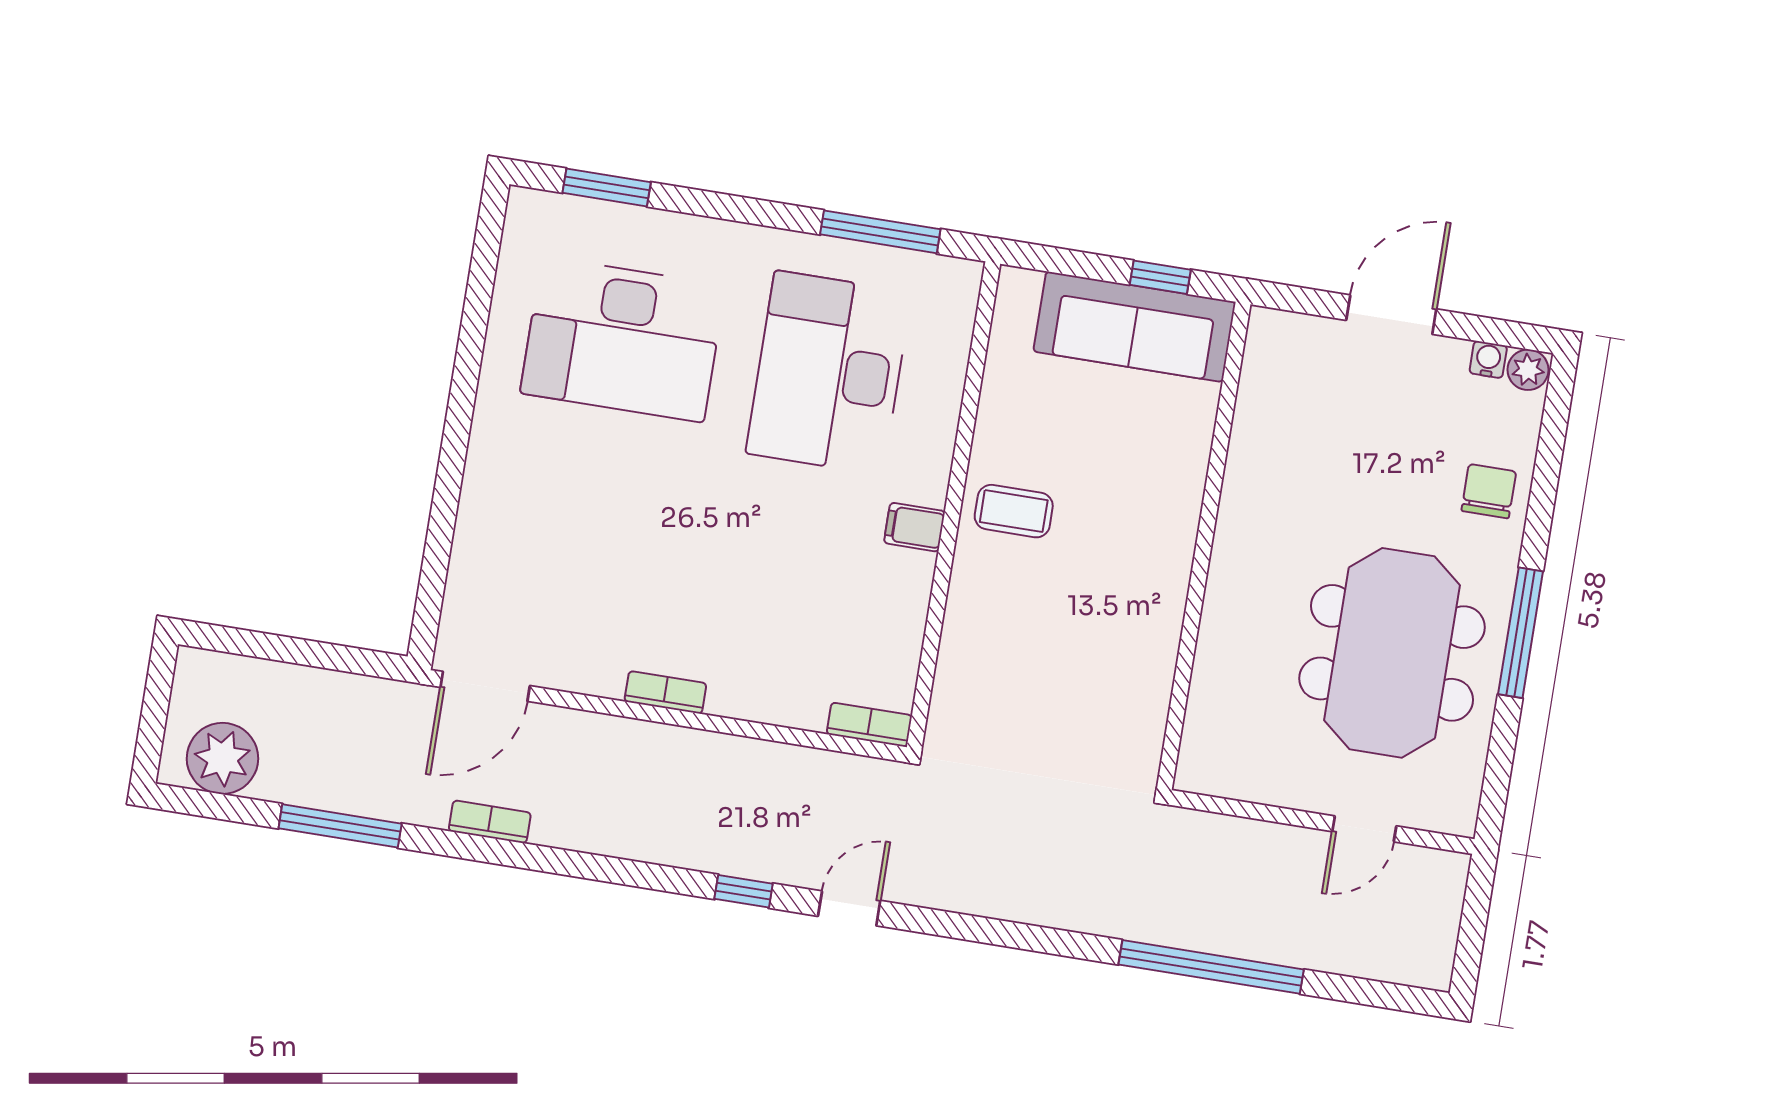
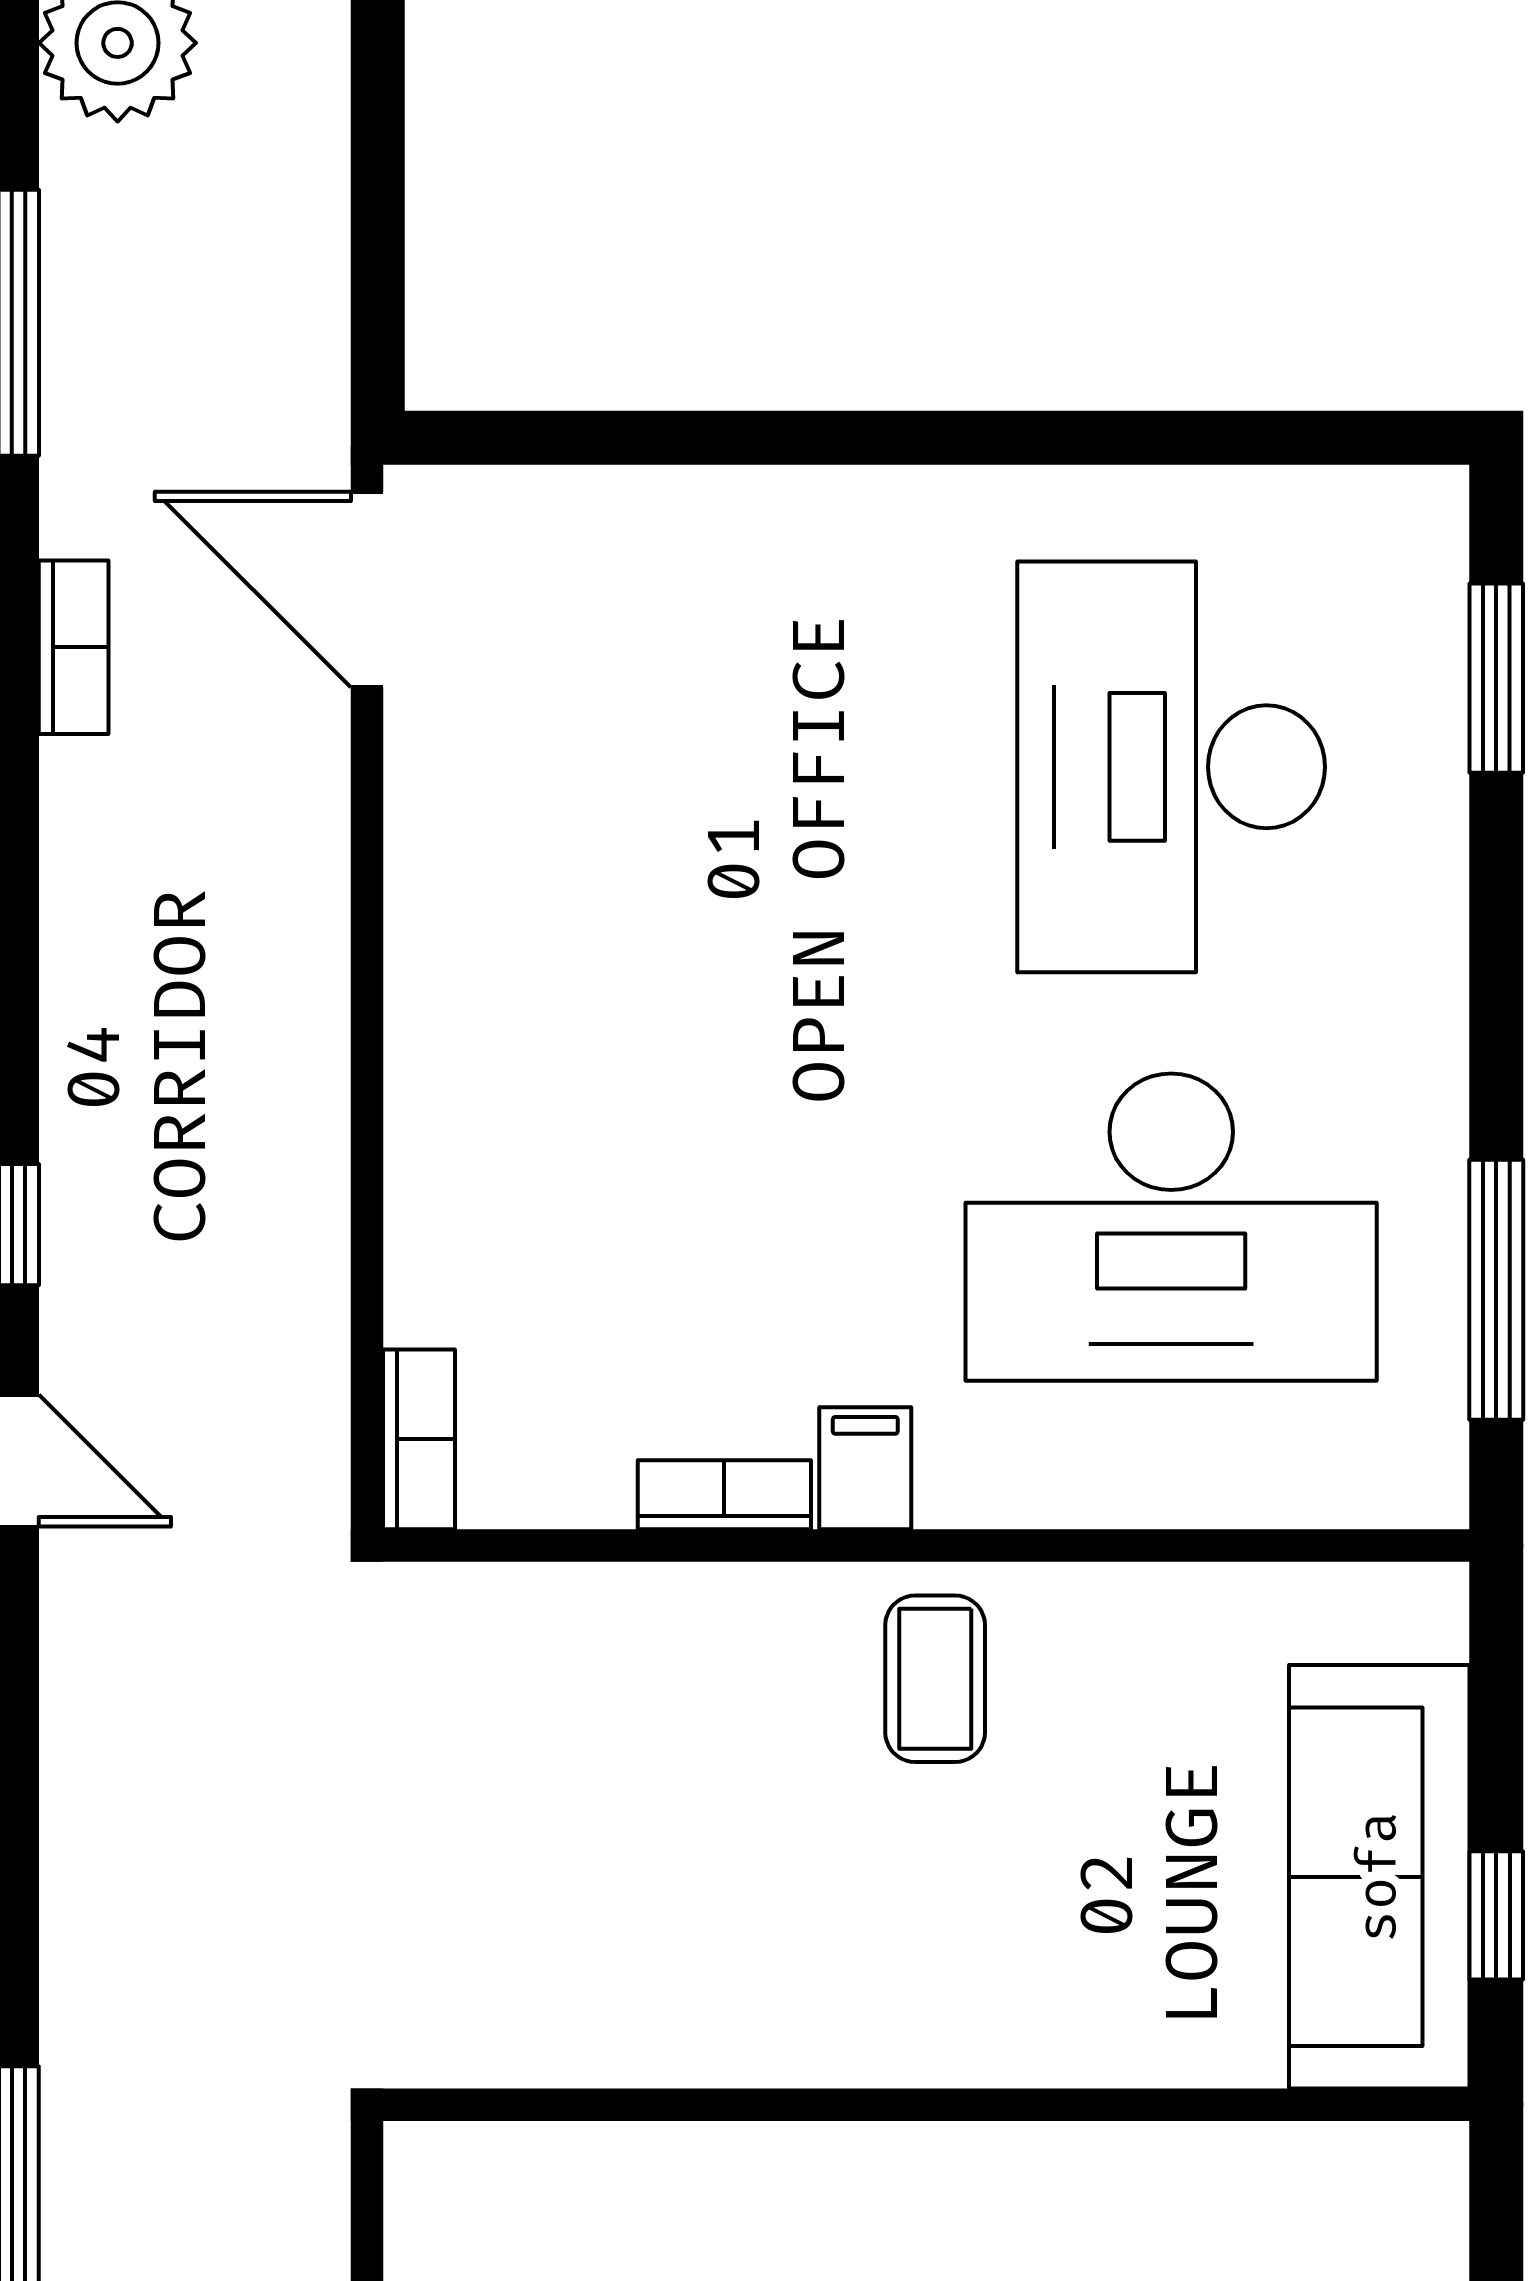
desk: (829, 373) -> (1171, 1227), turned 180
bookcase: (665, 692) -> (724, 1495), moved, turned -90

